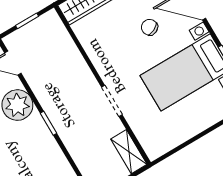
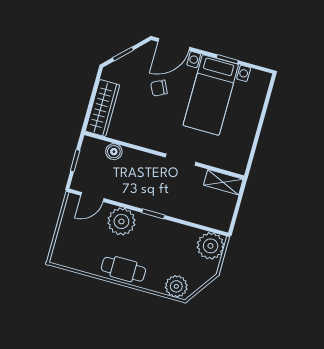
boiler: (65, 43) -> (114, 152), added

